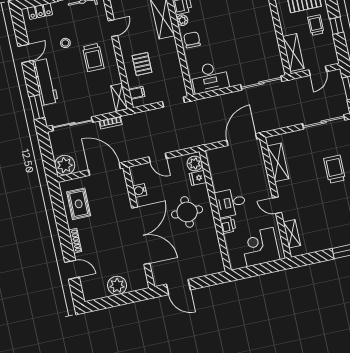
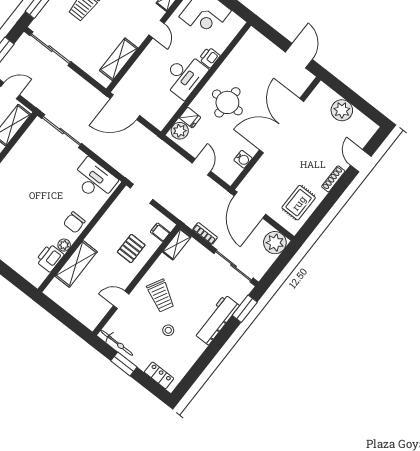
door: (25, 53) -> (206, 358), removed
trolley: (93, 57) -> (161, 296), turned 118
desk: (231, 203) -> (184, 76), width x1.37

